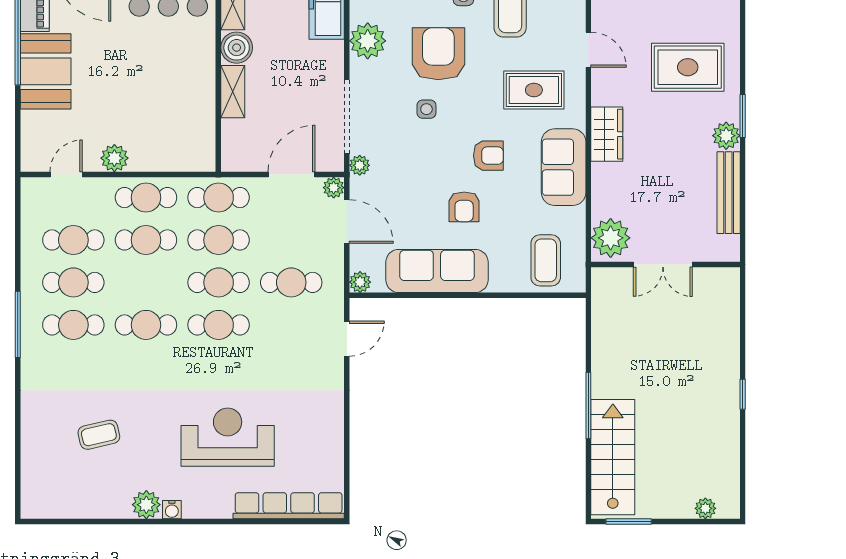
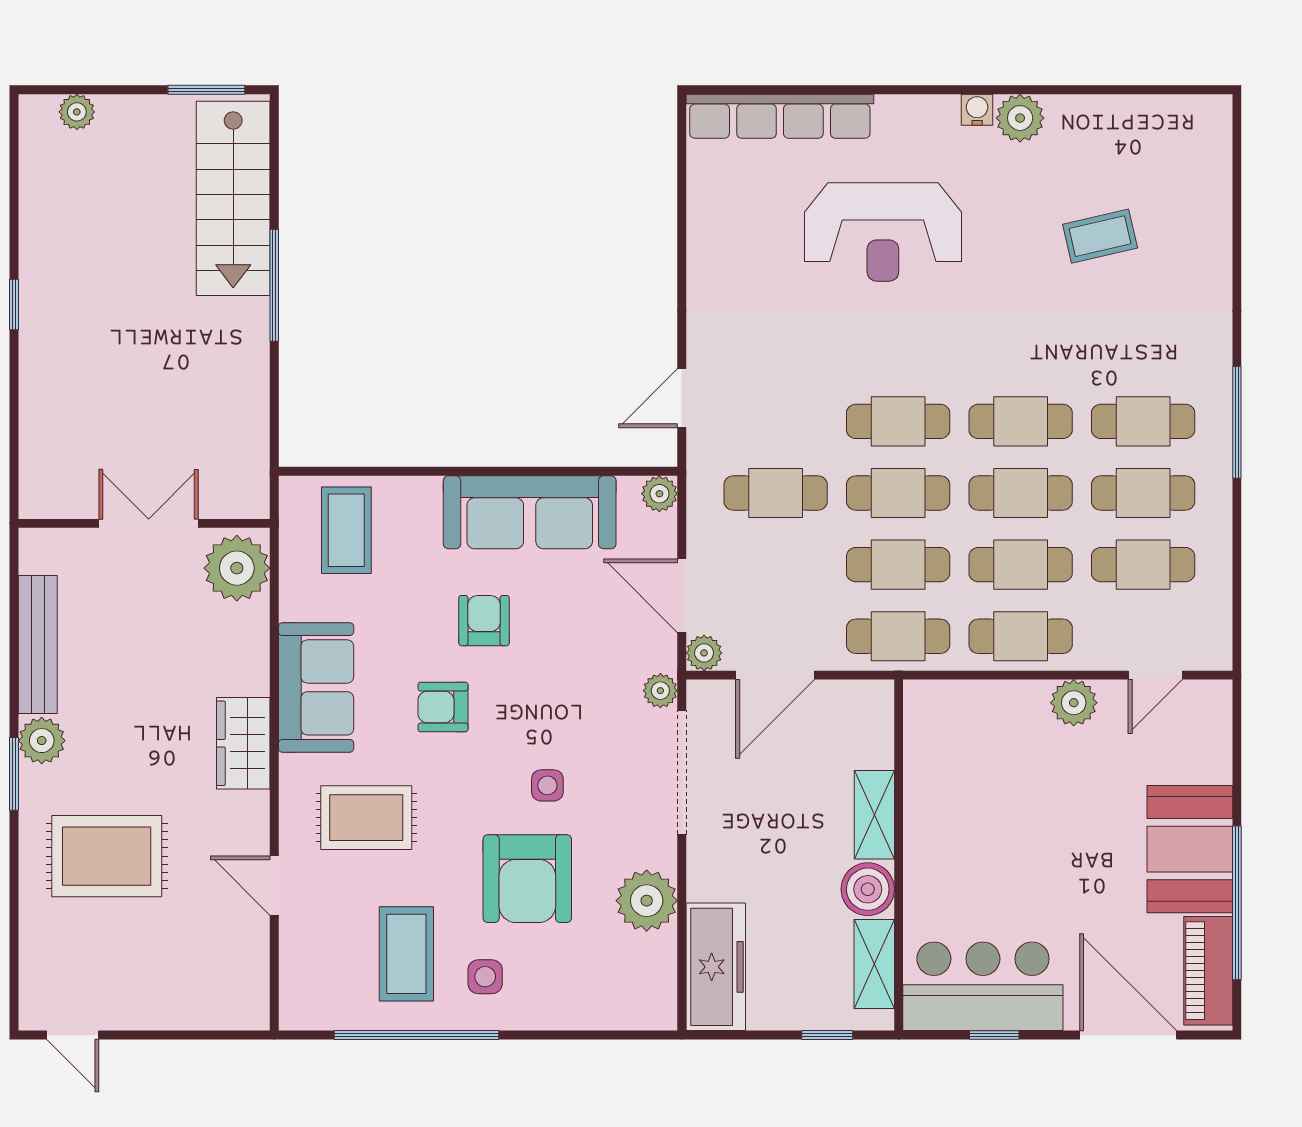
cafe table: (146, 282) -> (1021, 493), added

